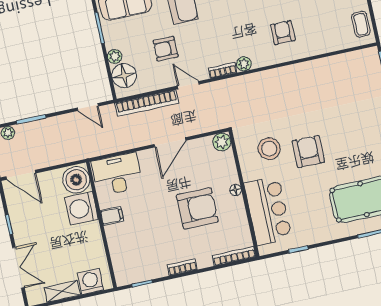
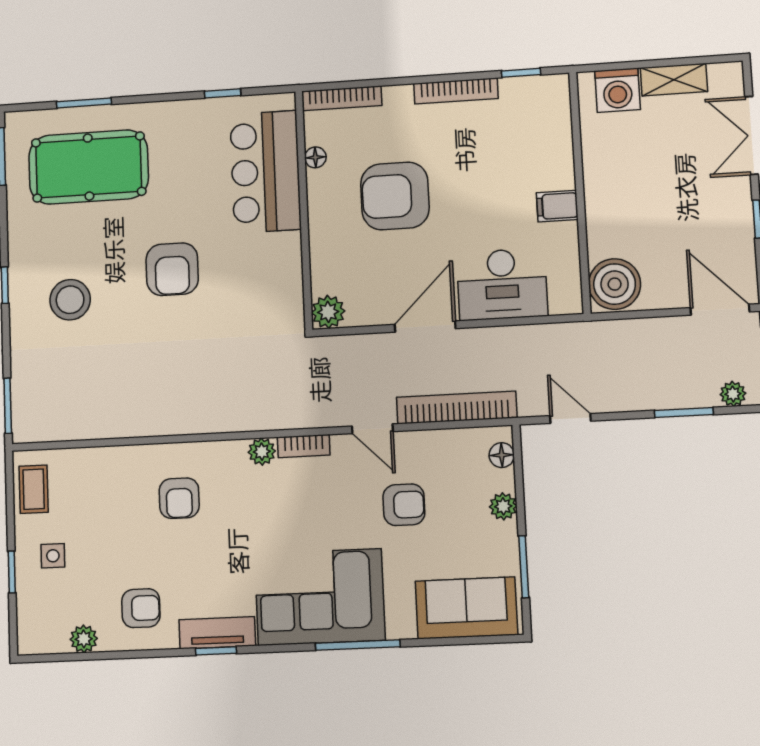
floor lamp: (124, 76) -> (502, 455), width x0.53, depth x0.53
stool: (269, 149) -> (70, 300), moved
desk: (117, 174) -> (502, 284), moved
floor lamp: (236, 190) -> (315, 157), moved
washing machine: (81, 208) -> (613, 229), removed
bookcase: (182, 267) -> (456, 91), width x1.56

